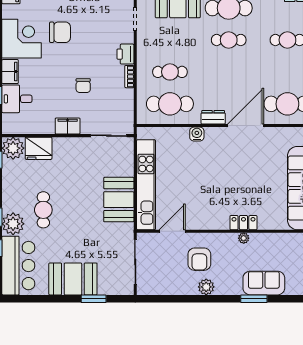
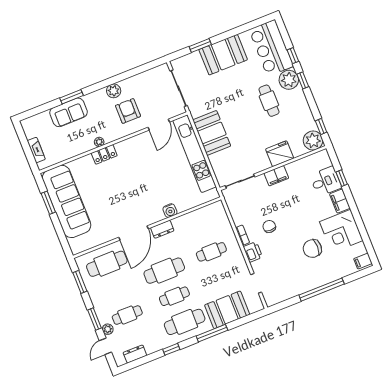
chair: (83, 86) -> (269, 226), moved
cafe table: (170, 104) -> (164, 271), moved
fridge: (39, 148) -> (280, 154), moved

